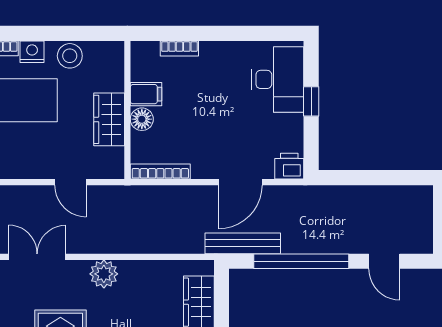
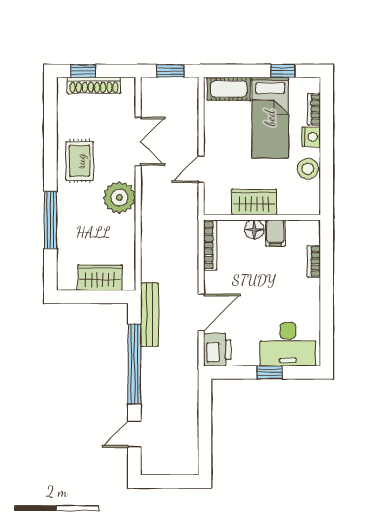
printer: (289, 166) -> (217, 350), width x1.36, depth x1.24
door: (240, 182) -> (201, 312), swing flipped
plant: (104, 274) -> (119, 197), width x1.36, depth x1.36

